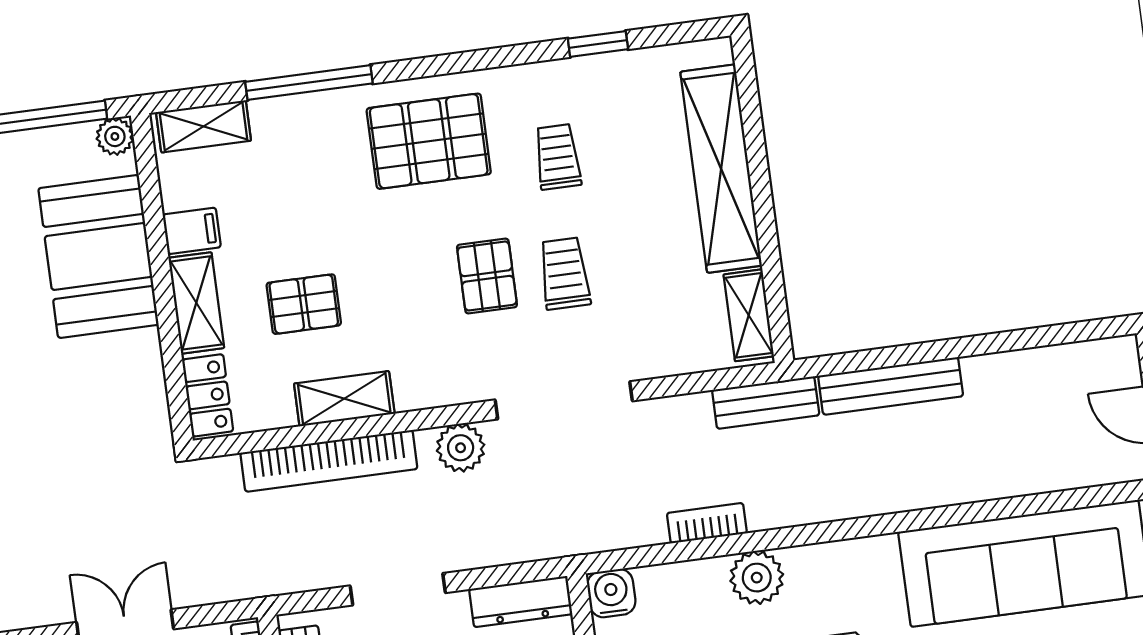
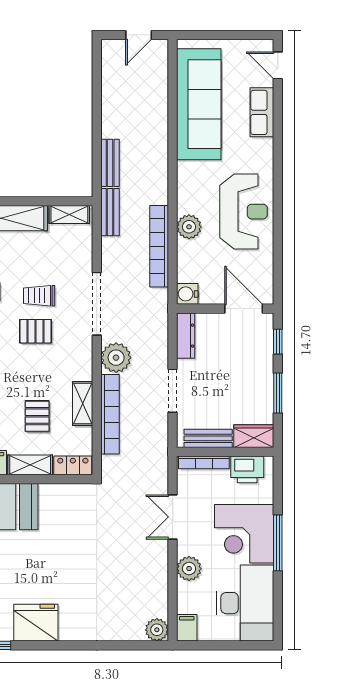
bench: (891, 386) -> (110, 163), width x0.73
plant: (461, 448) -> (116, 358), width x1.36, depth x1.36
bookcase: (707, 523) -> (159, 246), width x2.31, depth x1.31

